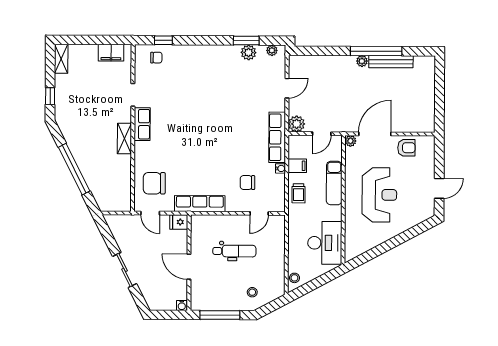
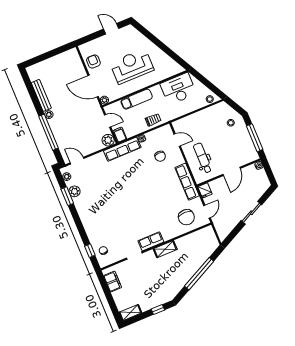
window: (376, 51) -> (48, 132), moved
door: (287, 88) -> (77, 161), moved
filing cabinet: (297, 166) -> (120, 135), moved
dental chair: (234, 251) -> (203, 158), moved

